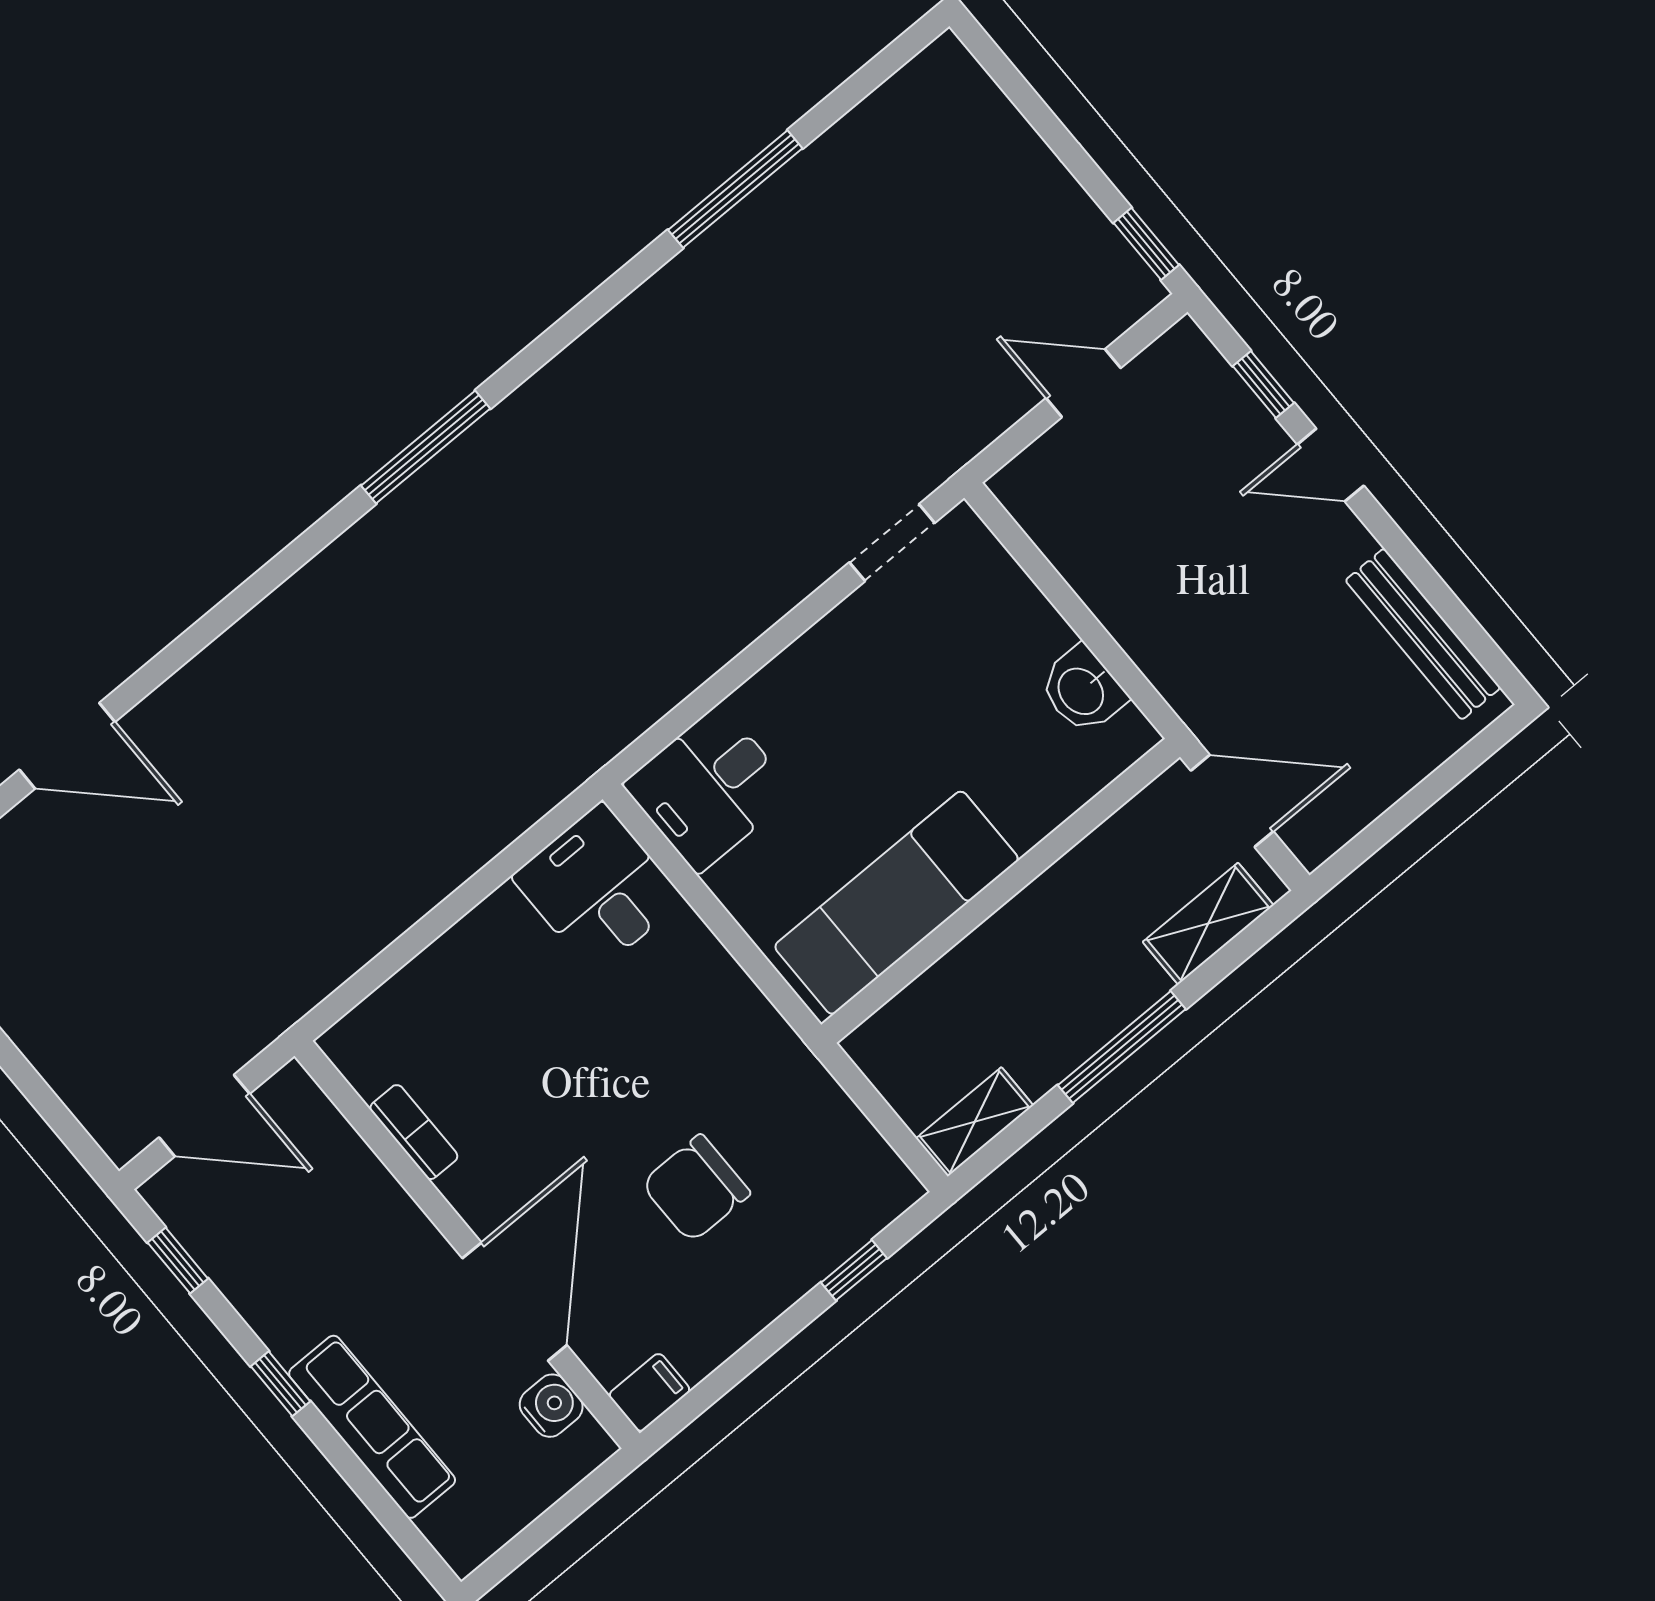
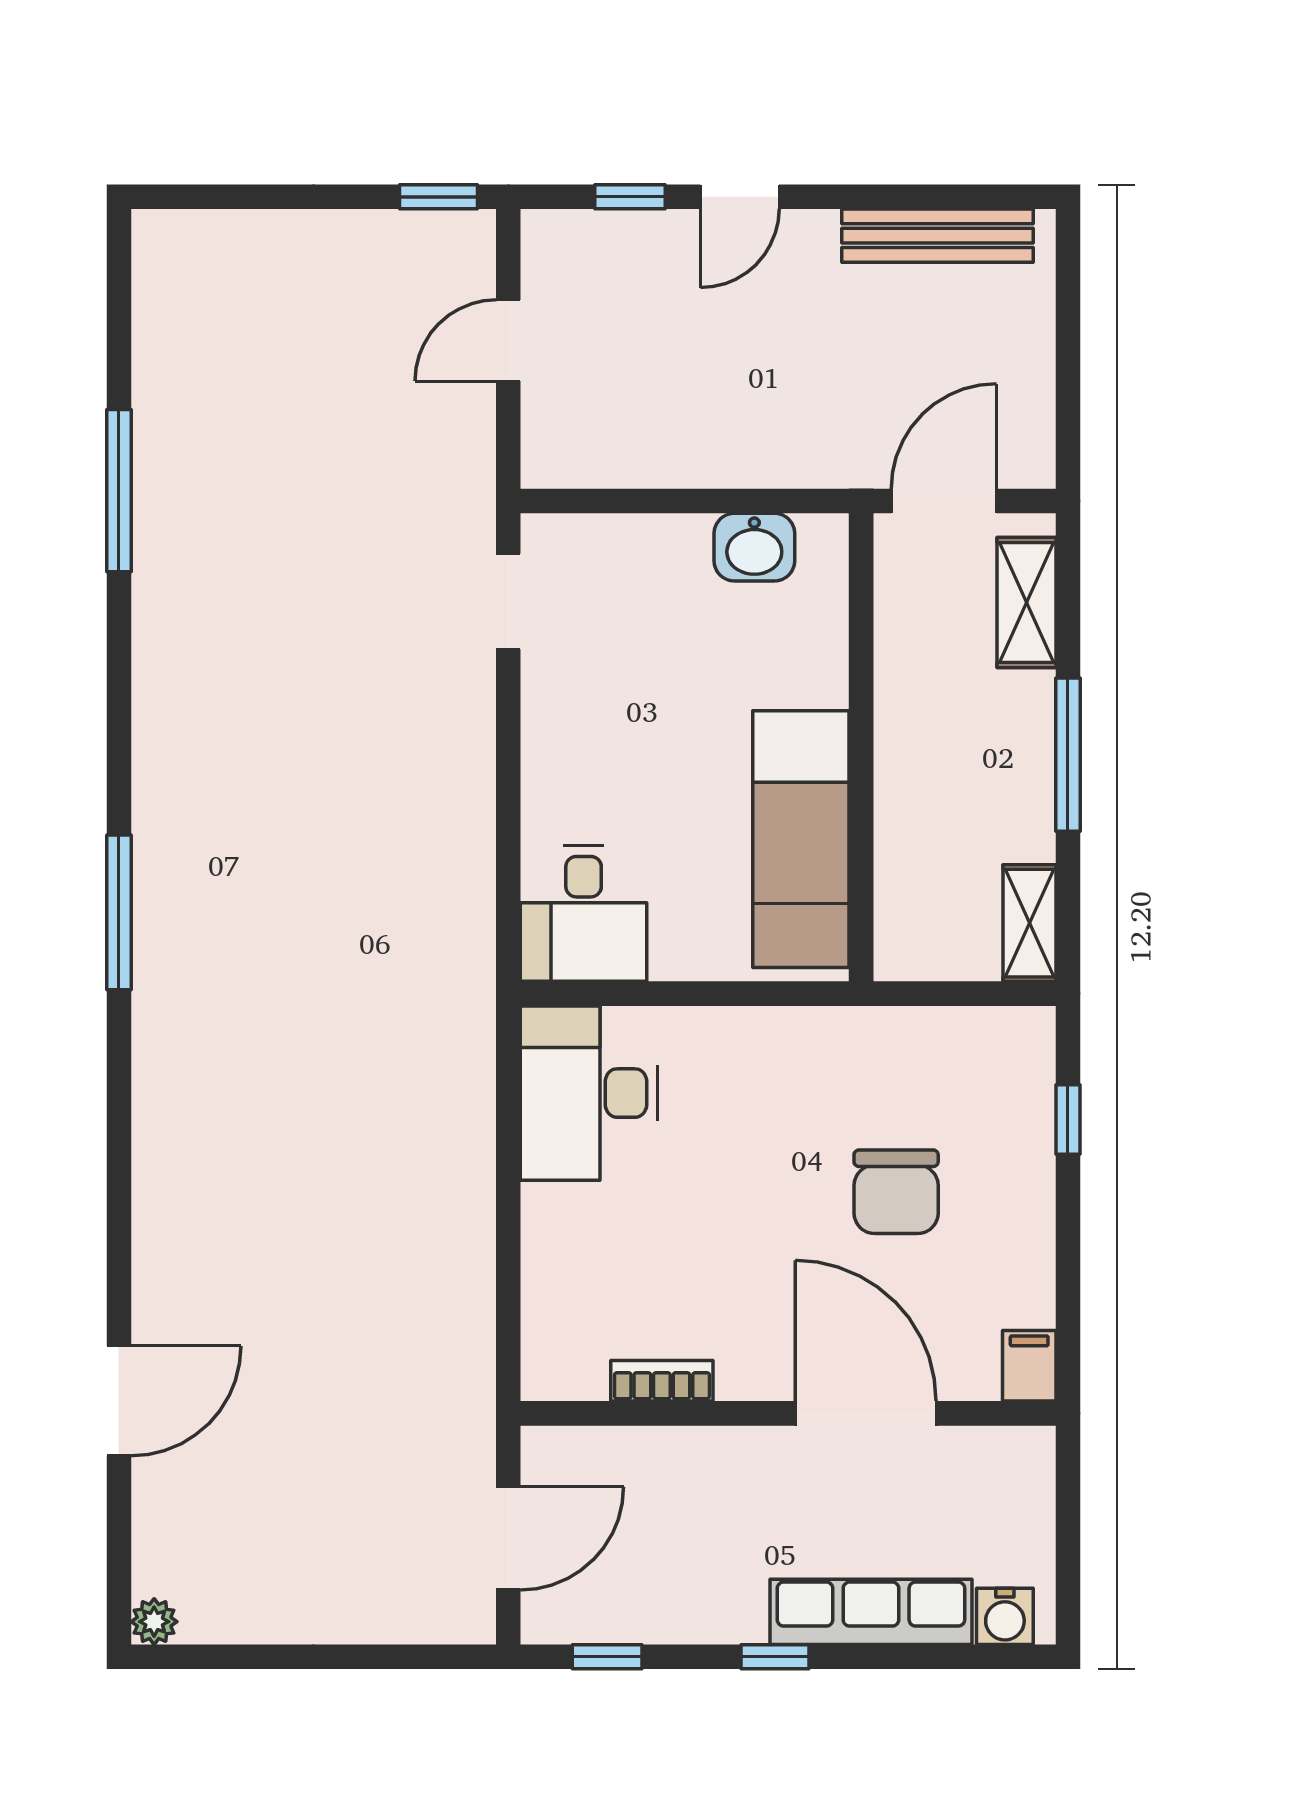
desk: (598, 888) -> (589, 1093), width x1.37
water cooler: (551, 1406) -> (1005, 1616), moved, turned 180

